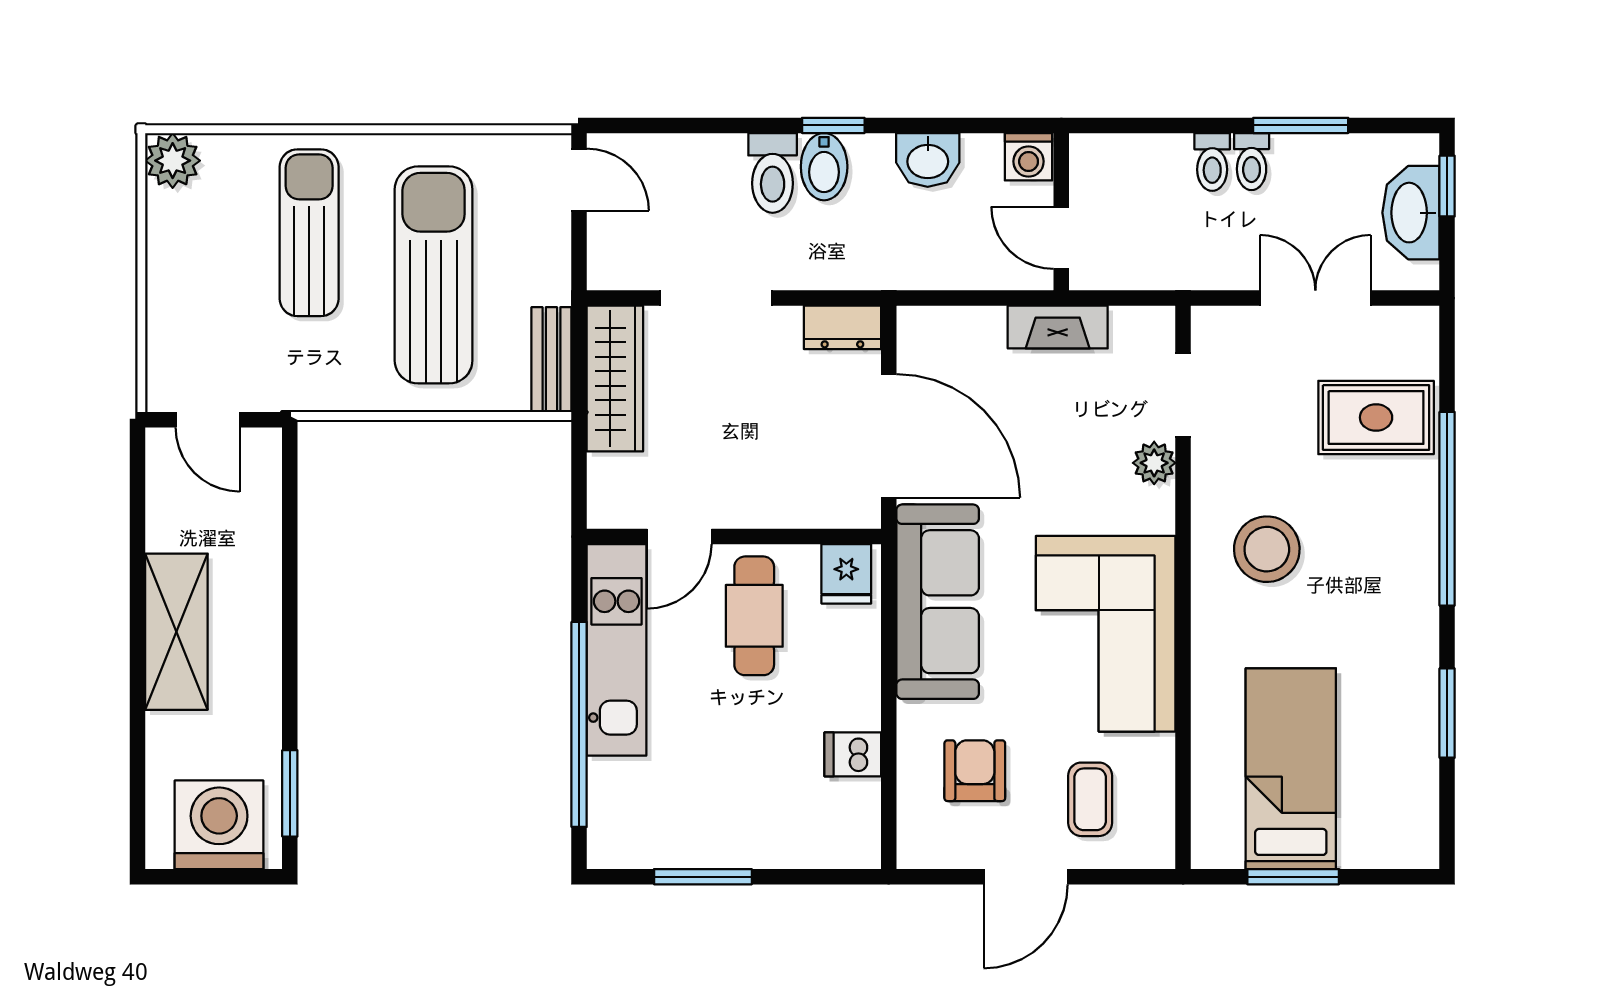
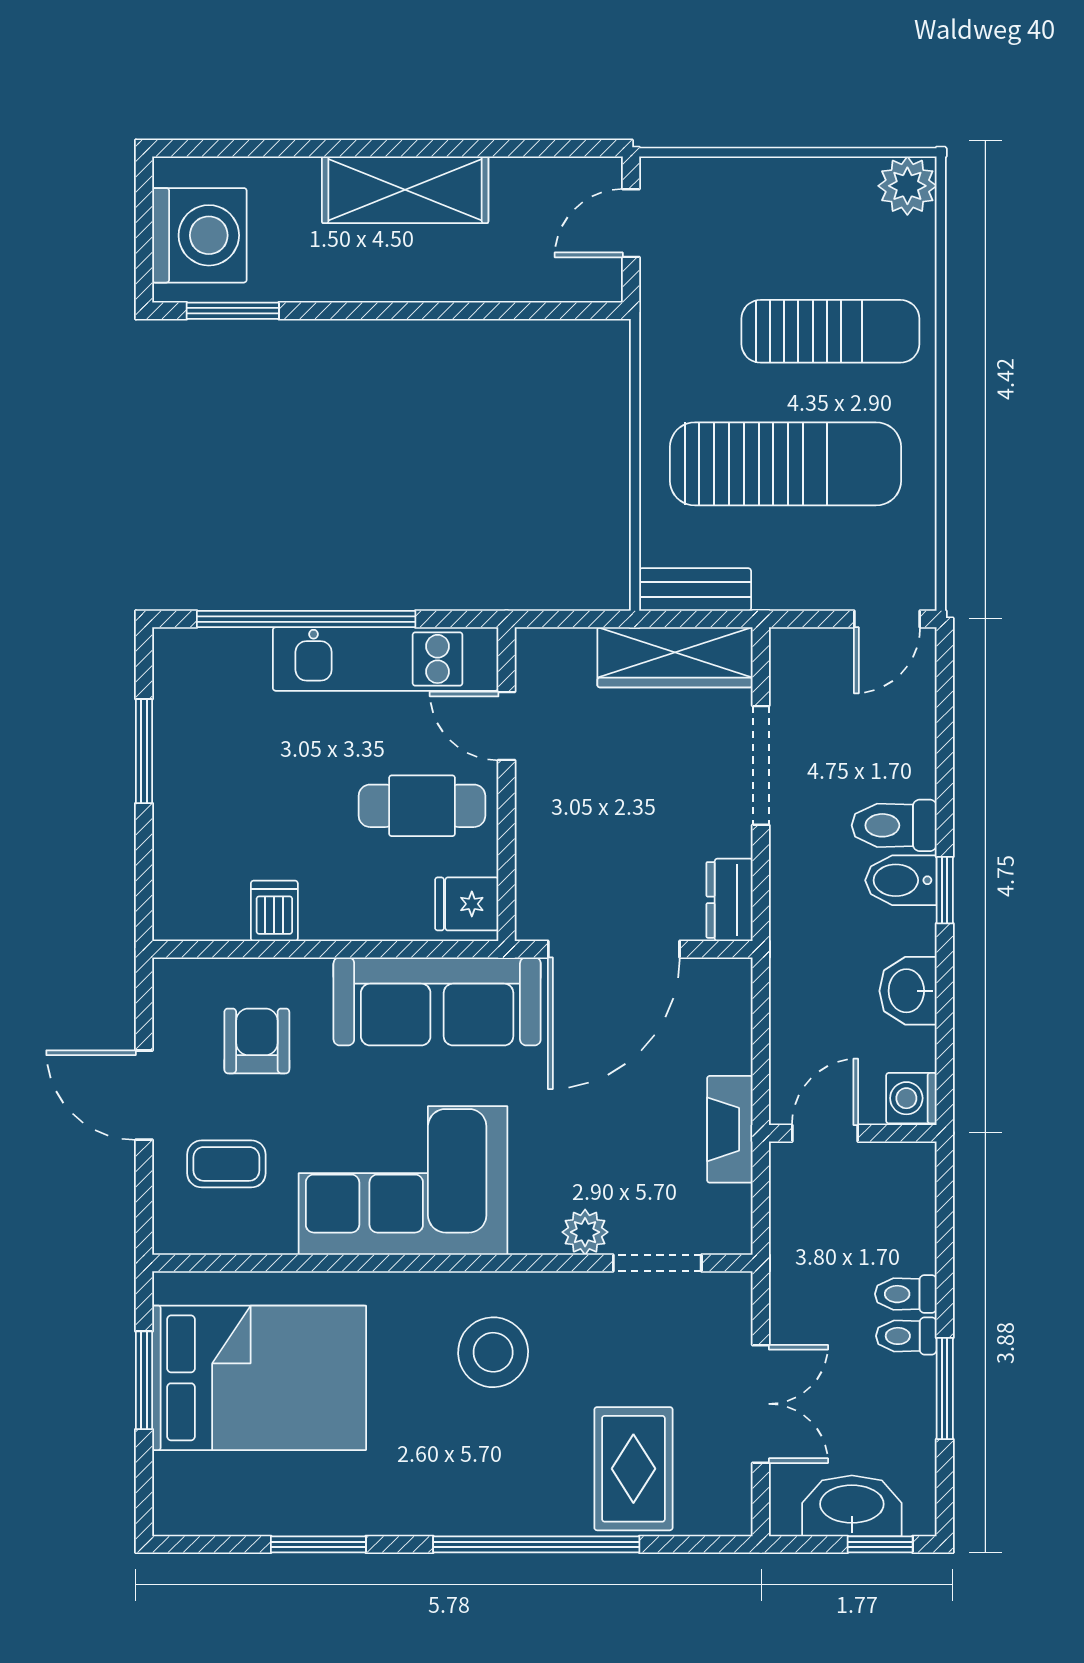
bed: (1291, 769) -> (259, 1378), width x1.50
armchair: (975, 771) -> (257, 1041), turned -90

